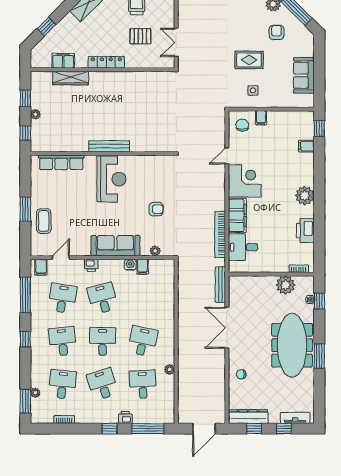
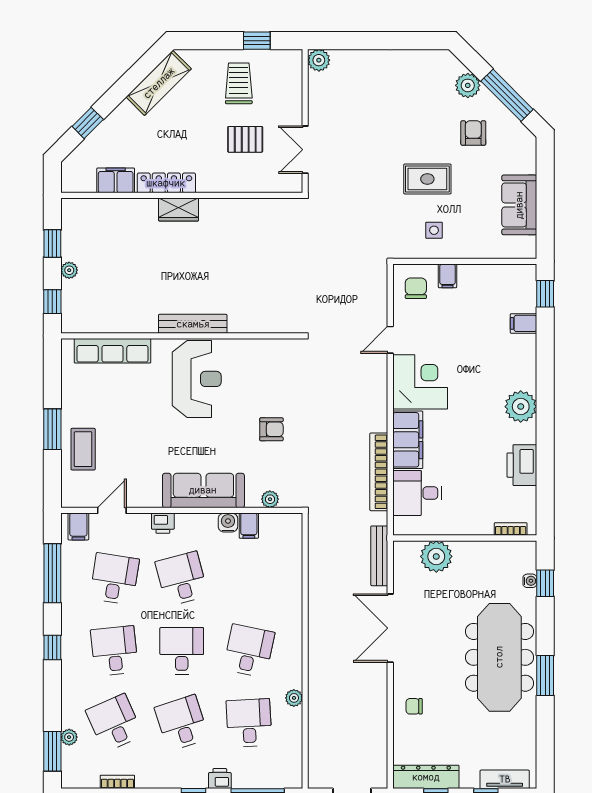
locker: (106, 62) -> (166, 183), moved
wardrobe: (70, 78) -> (179, 210), moved, width x0.67
plant: (286, 285) -> (436, 556), moved
desk: (62, 384) -> (114, 723), turned -30

